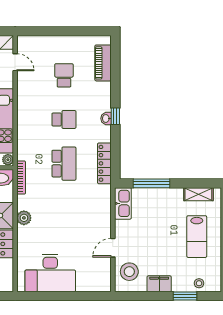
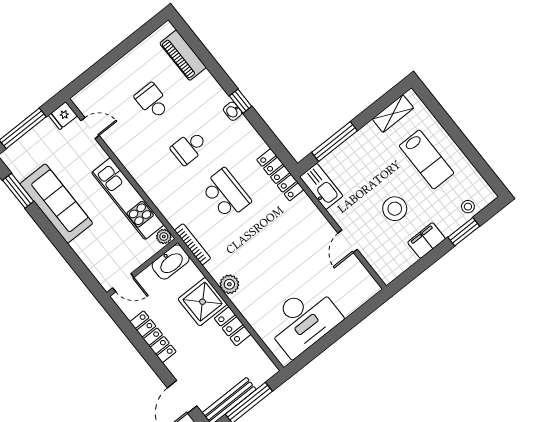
school desk: (64, 119) -> (189, 147), turned 180
locker: (104, 163) -> (280, 175), moved
stool: (129, 272) -> (395, 209), moved

